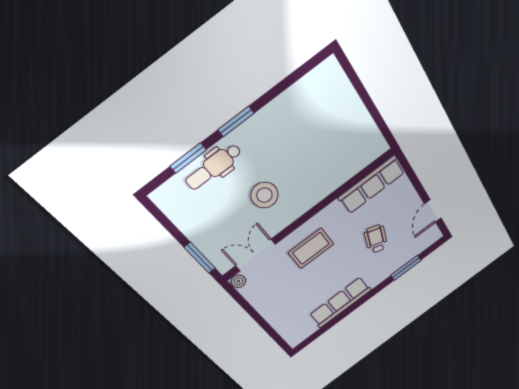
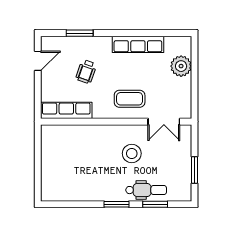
window: (200, 258) -> (194, 170), moved
plant: (238, 281) -> (181, 66), moved, width x1.88, depth x1.88

